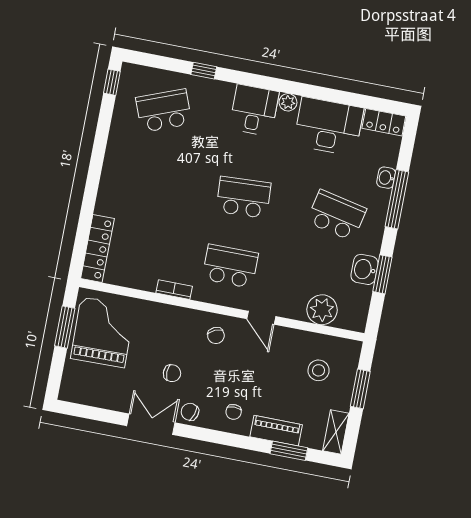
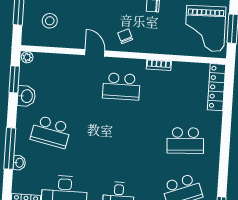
school desk: (243, 197) -> (185, 140), moved
window: (382, 274) -> (14, 79), moved
plant: (322, 310) -> (27, 57), moved, width x0.53, depth x0.53

